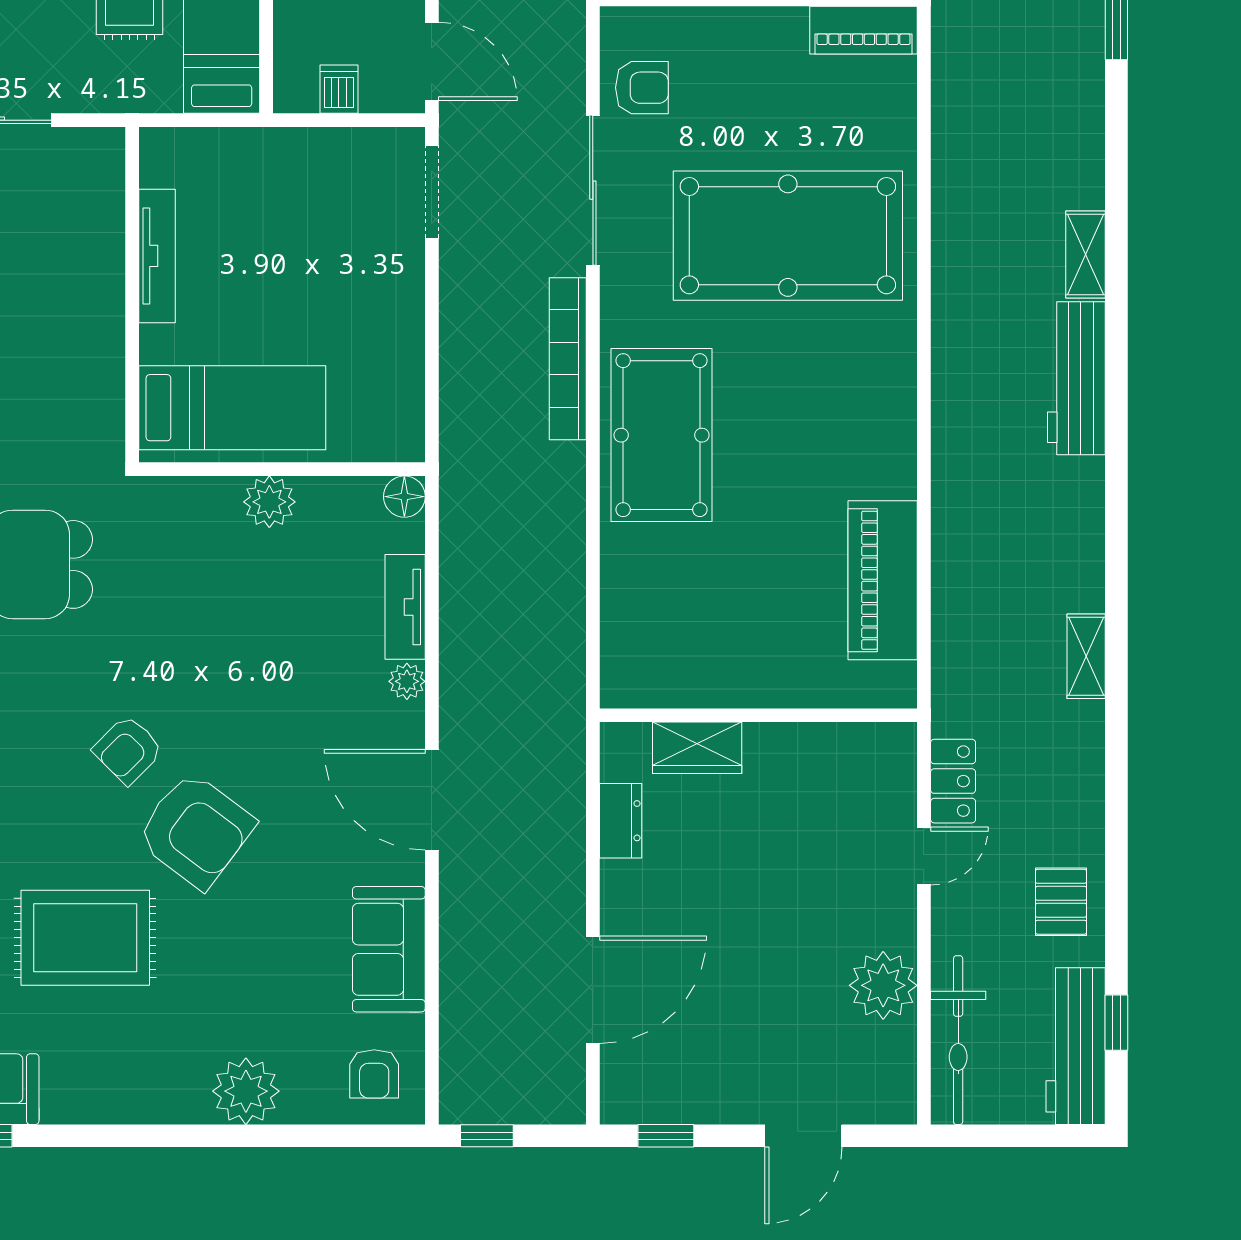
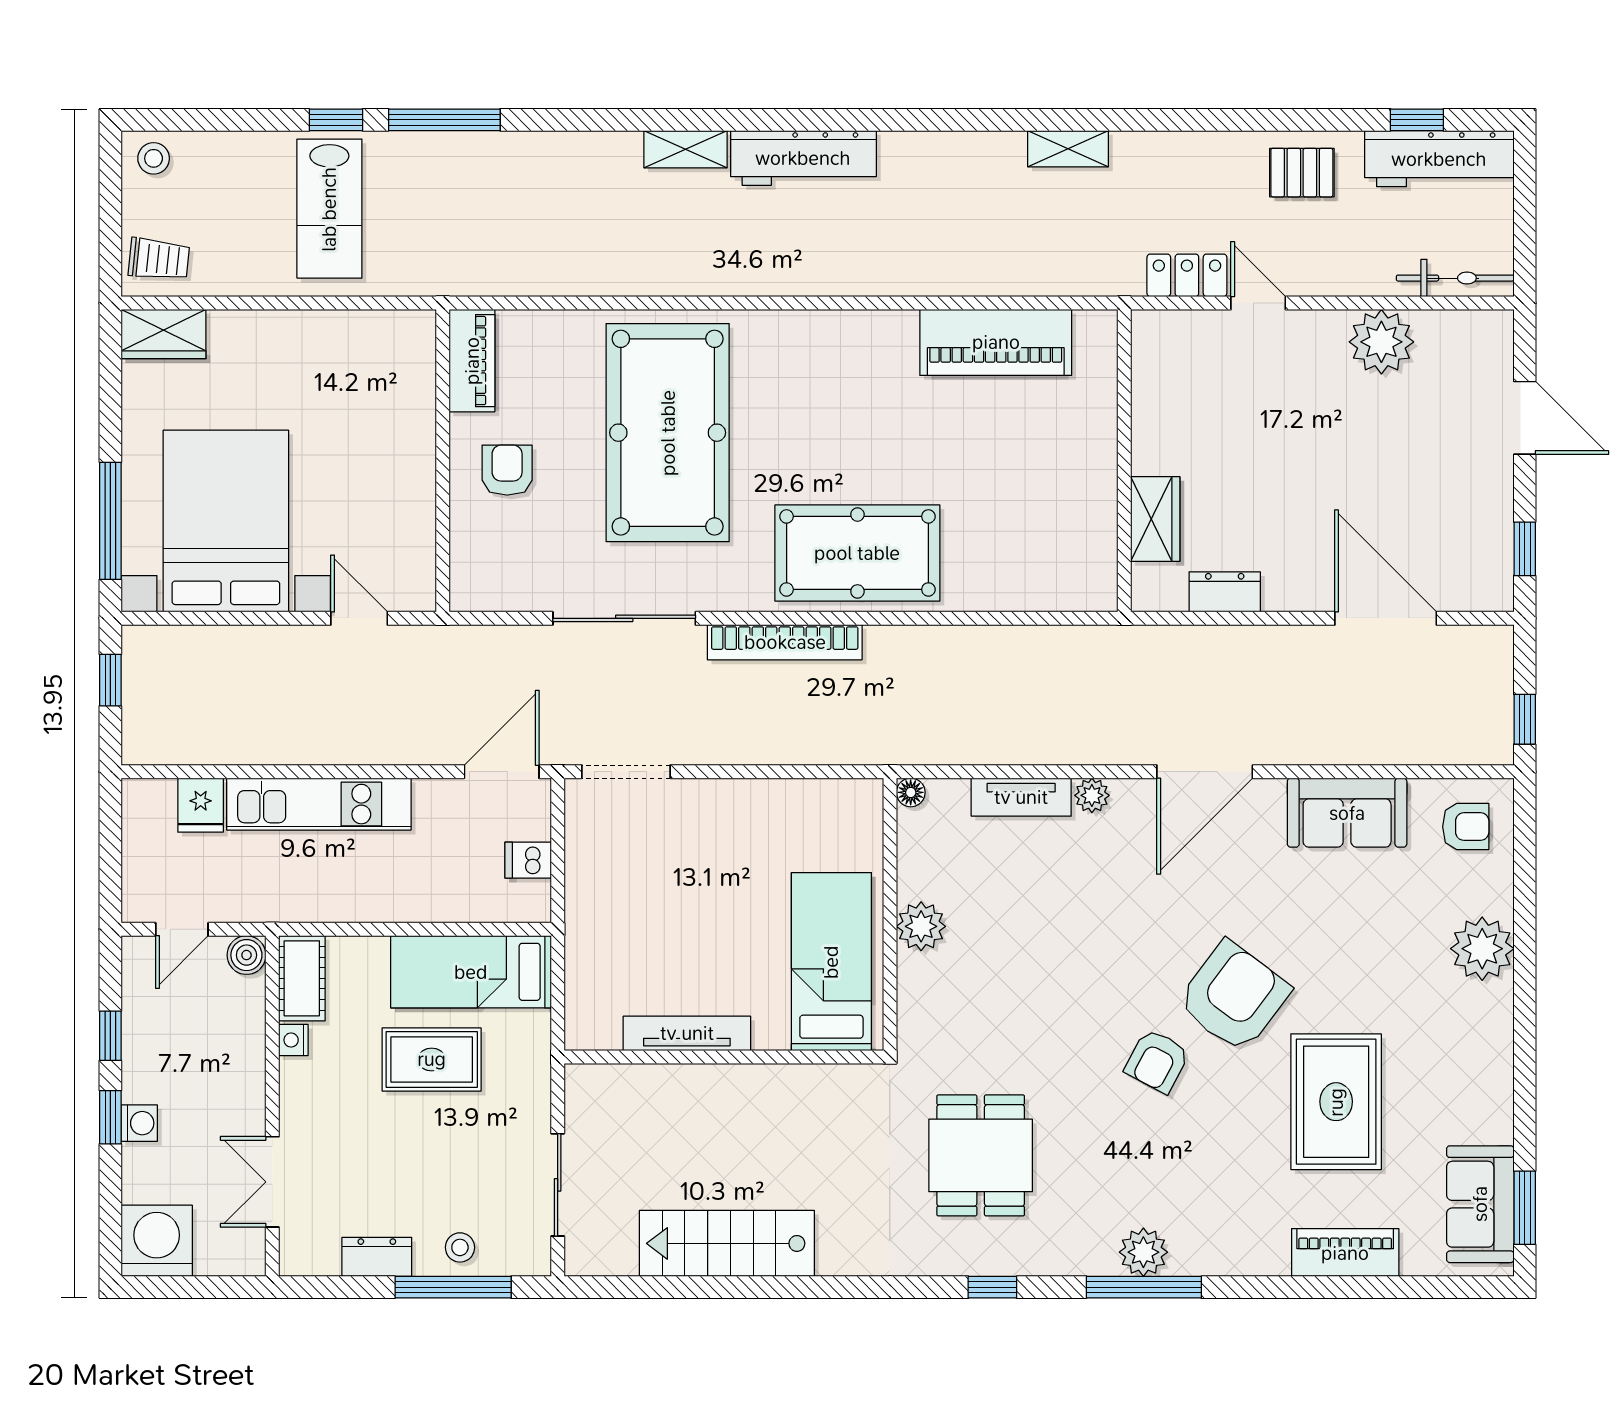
armchair: (642, 88) -> (507, 470), moved
floor lamp: (404, 497) -> (911, 792), width x0.73, depth x0.73
armchair: (128, 750) -> (1157, 1061), turned 73
bicycle: (958, 1040) -> (1455, 278), width x0.73, depth x0.71

